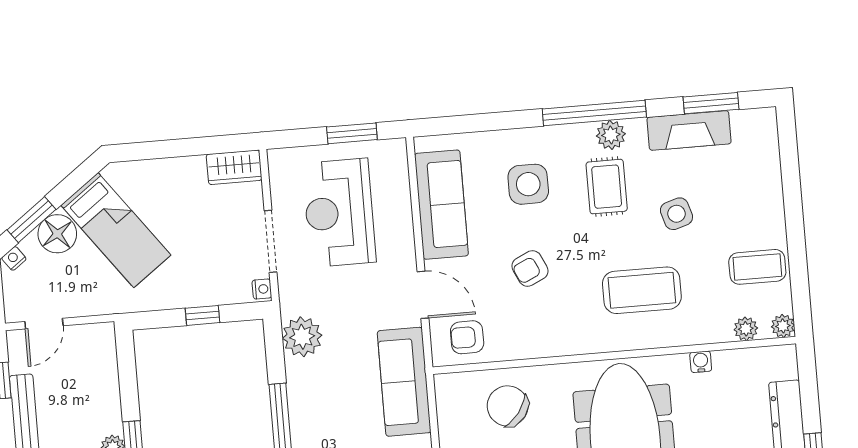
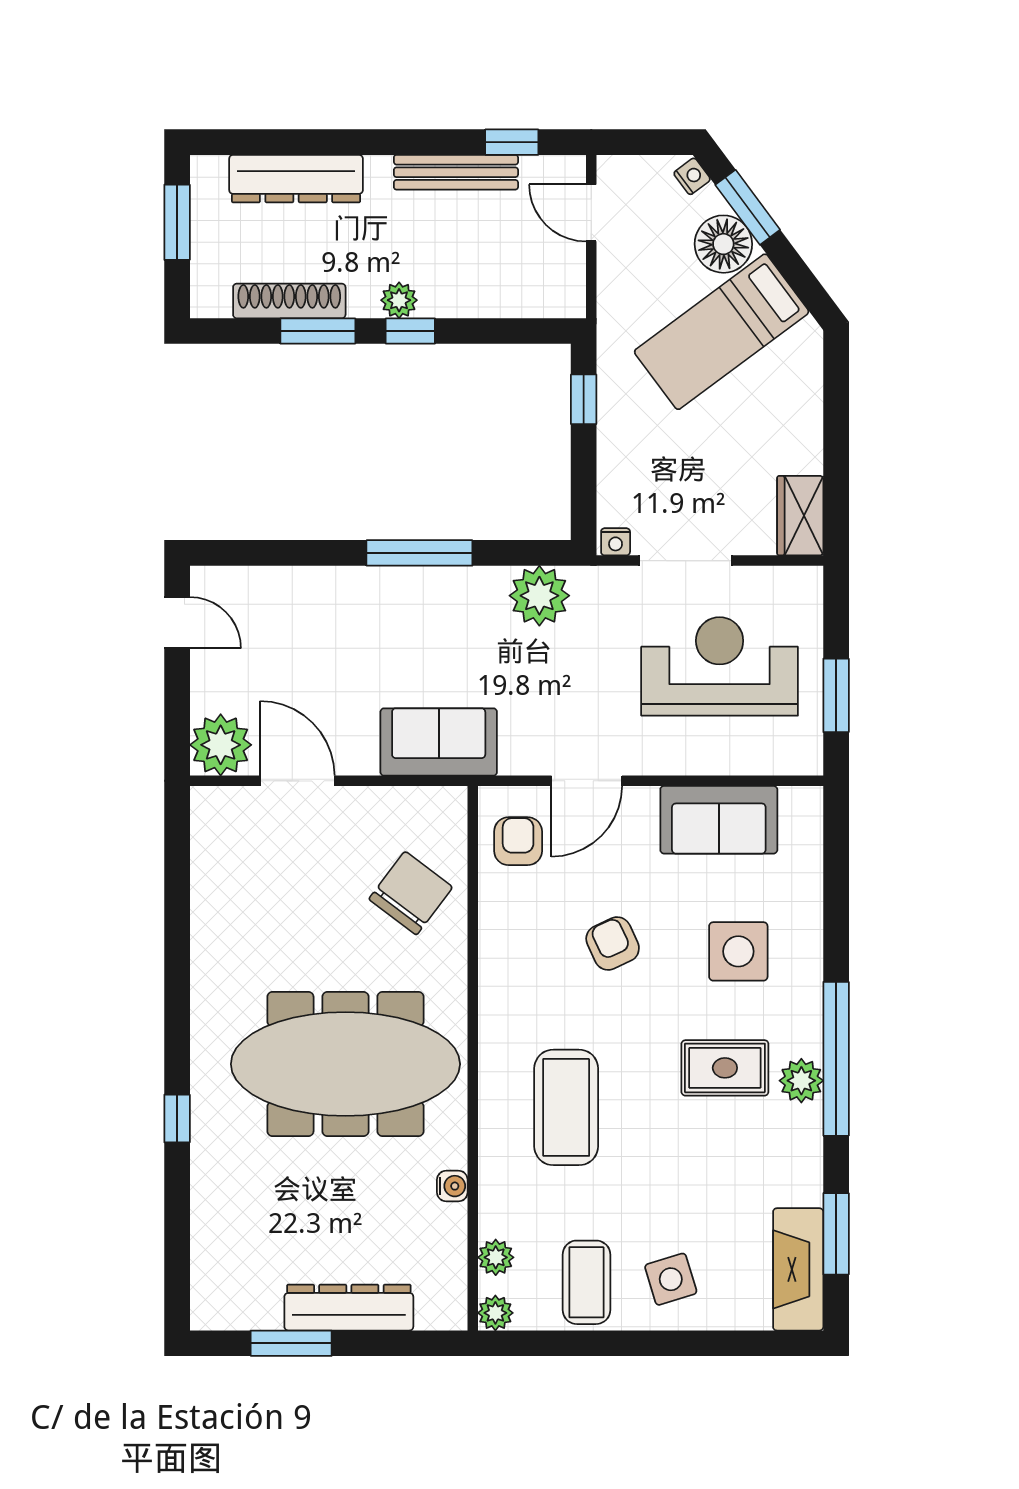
fireplace: (689, 130) -> (798, 1269), moved
sofa: (441, 205) -> (719, 820), width x0.73
side table: (676, 214) -> (671, 1279), moved
window: (203, 315) -> (584, 399), moved
sofa: (404, 382) -> (439, 742), width x0.73

